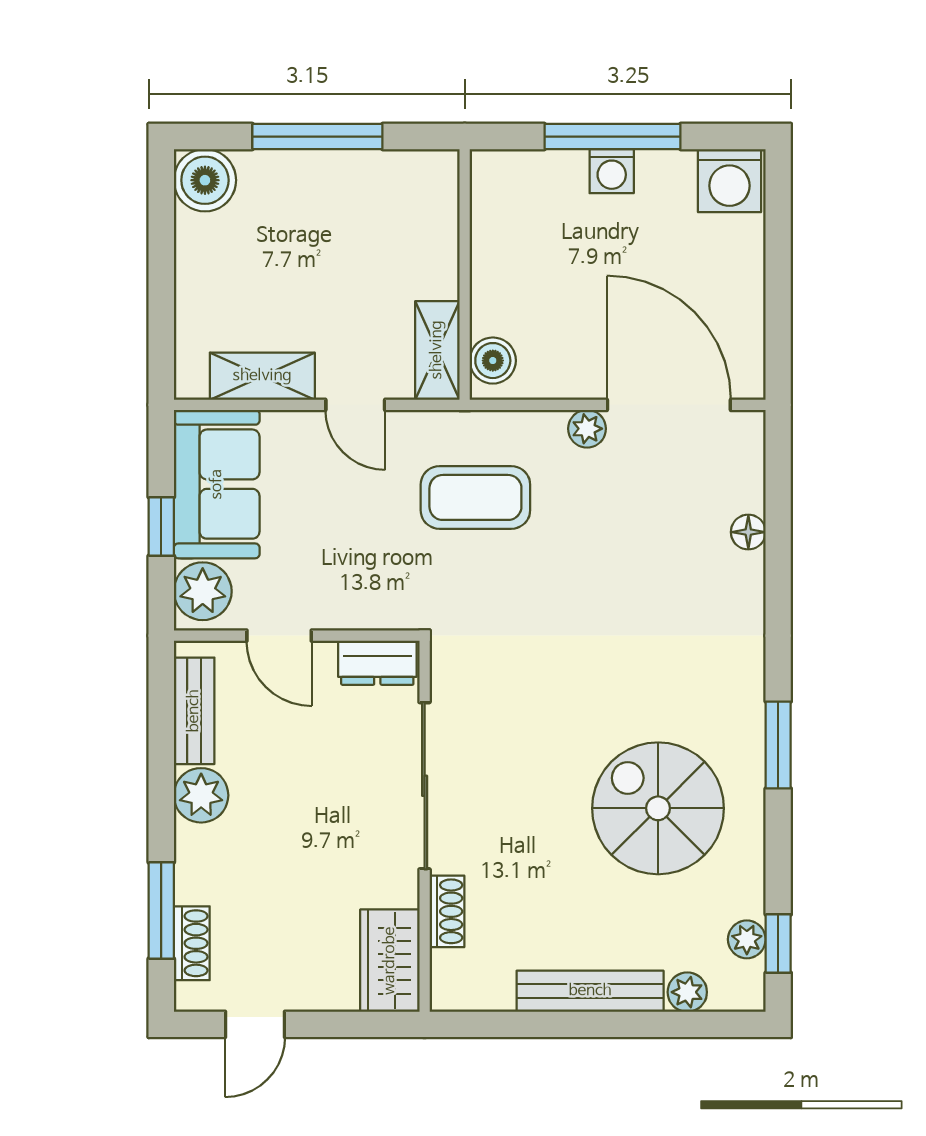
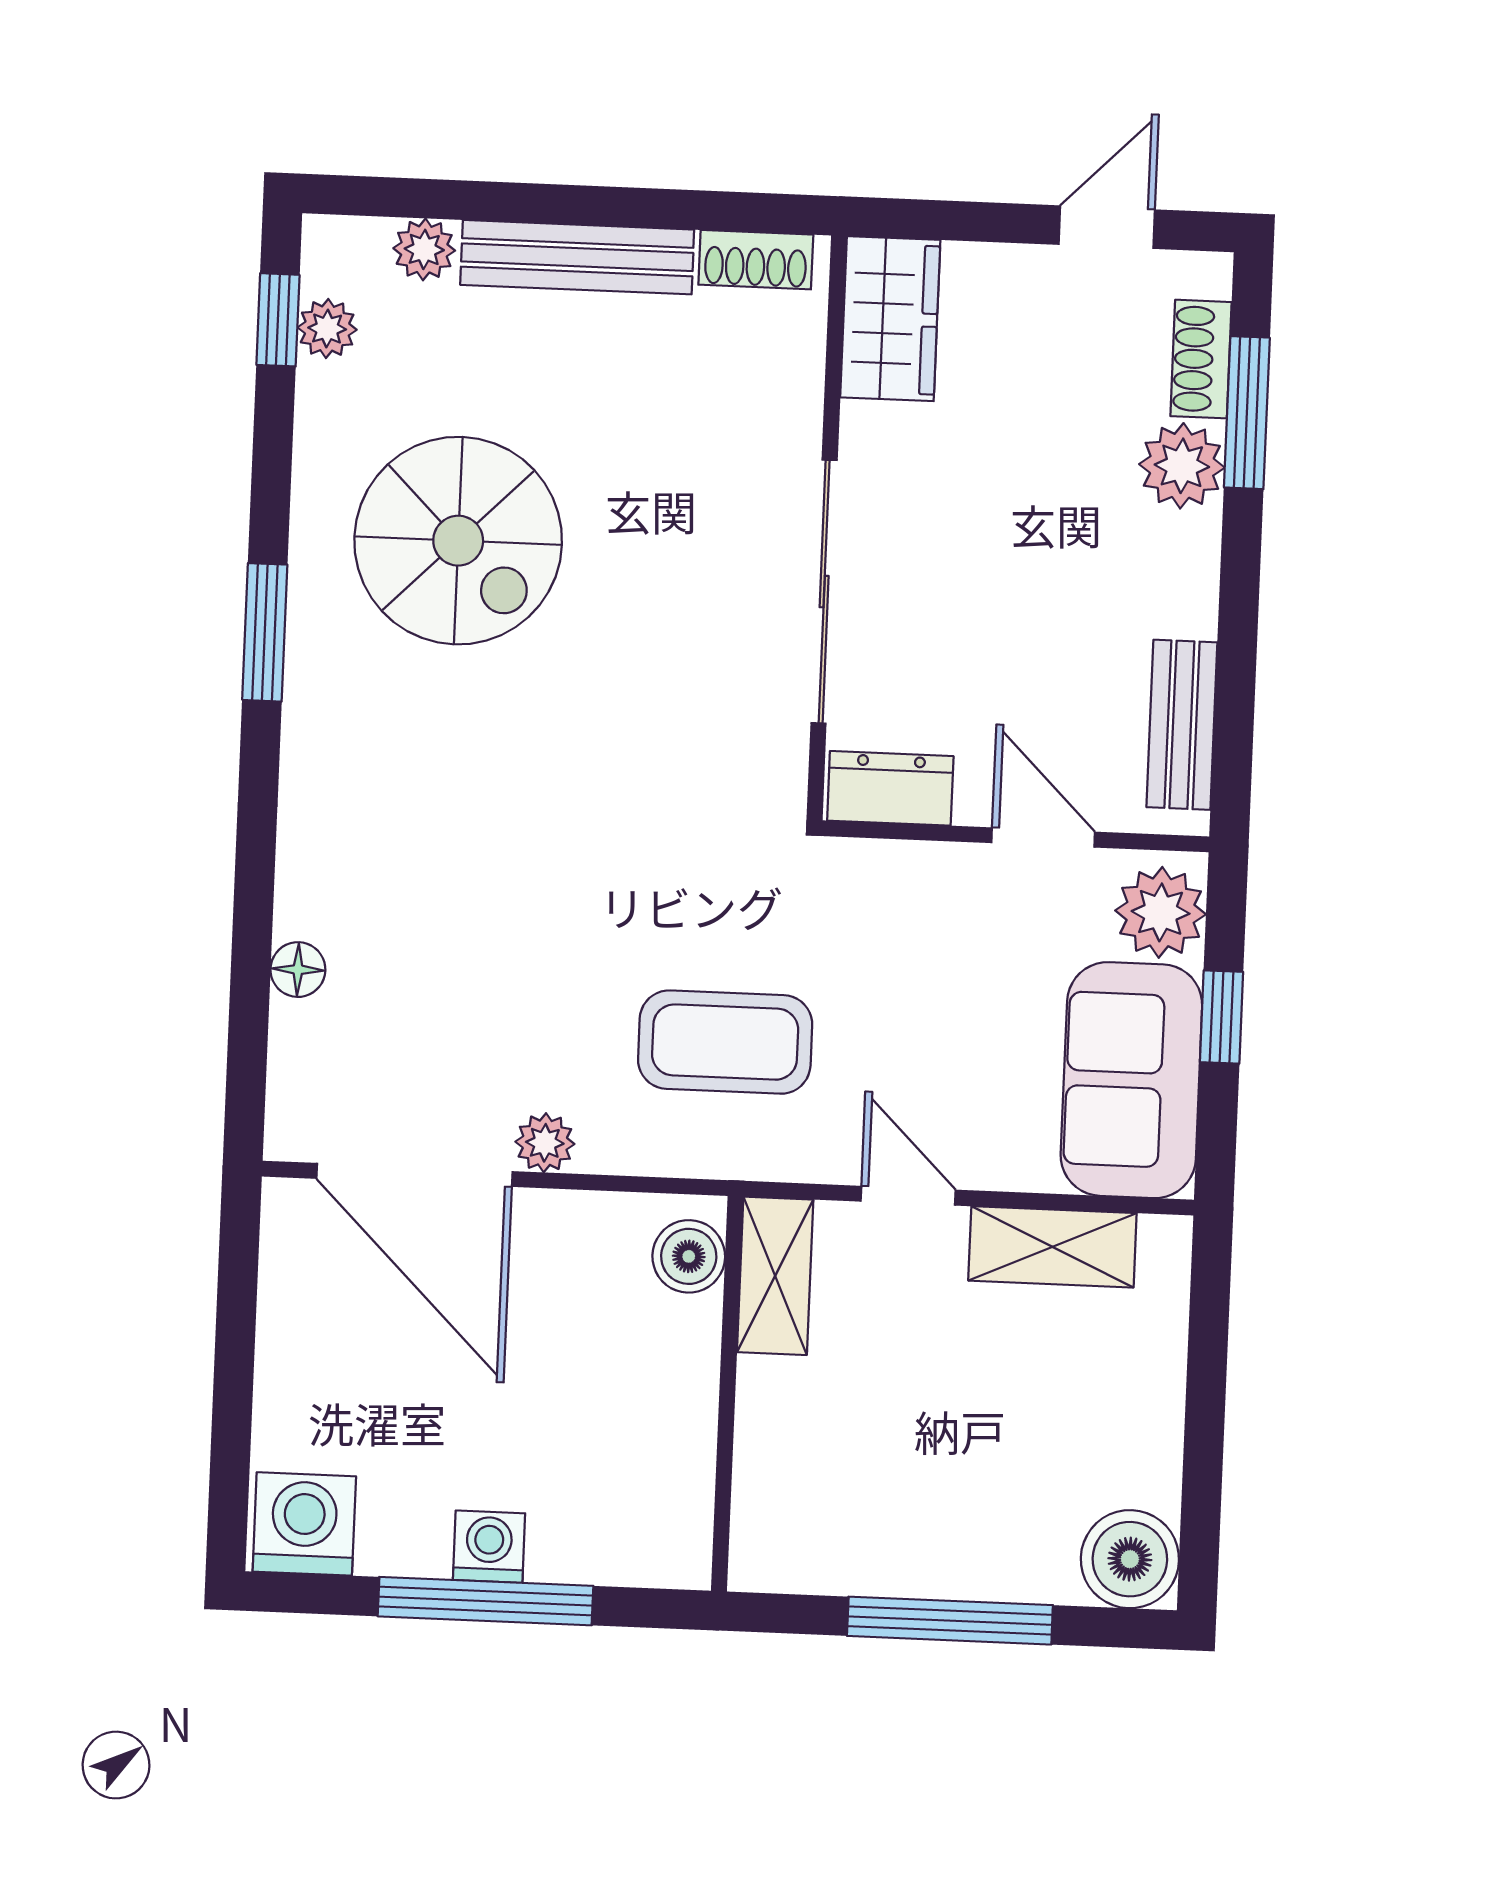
plant: (201, 795) -> (1182, 466), moved
shoe rack: (447, 911) -> (756, 260), moved, turned -90

